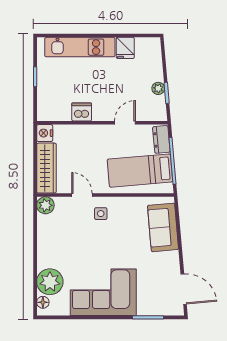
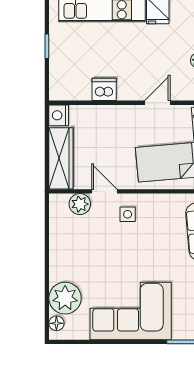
plant: (45, 205) -> (80, 204), moved

